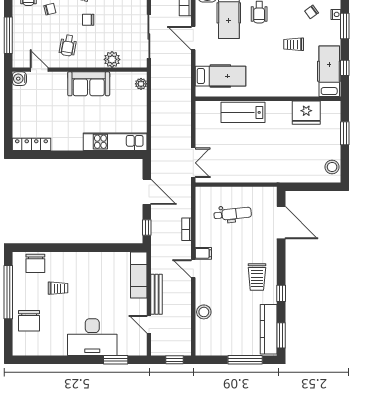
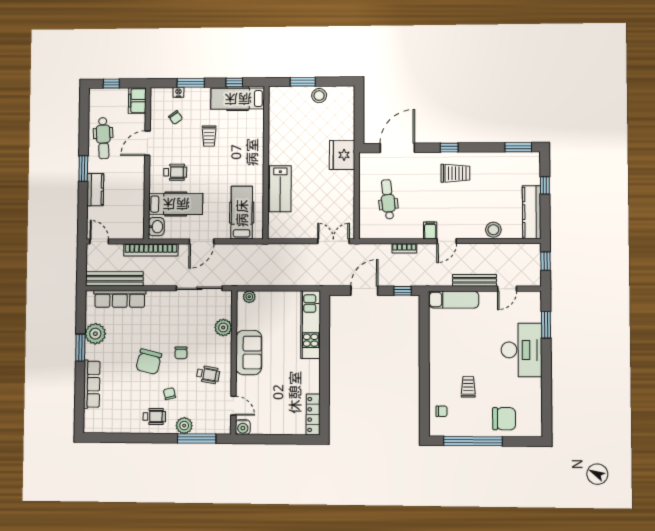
plant: (20, 23) -> (184, 426), added
door: (39, 70) -> (233, 406), swing flipped
fridge: (306, 113) -> (342, 155), moved, turned 180
stool: (332, 167) -> (319, 96), moved
chair: (35, 263) -> (442, 411), width x0.54, depth x0.54
window: (281, 293) -> (449, 148), moved
kitchen counter: (269, 329) -> (532, 212), moved, turned 90
window: (245, 360) -> (545, 185), width x0.46

